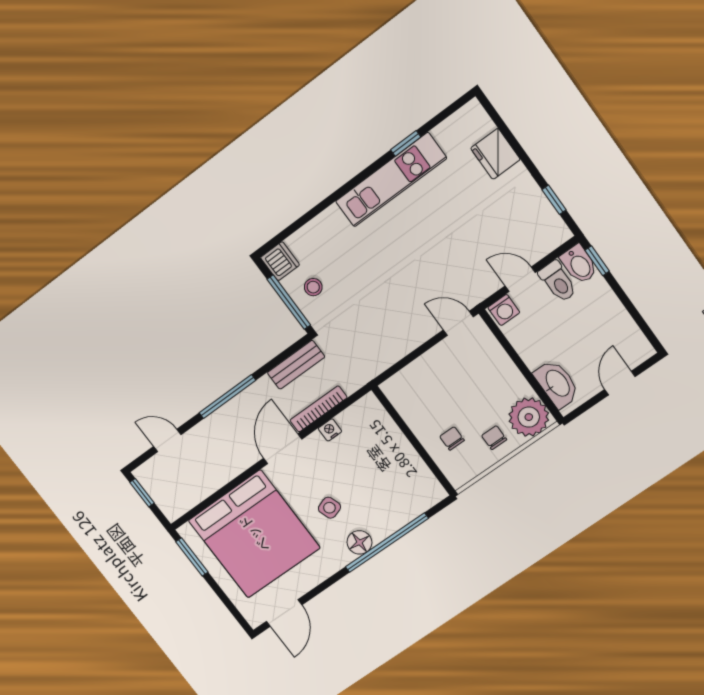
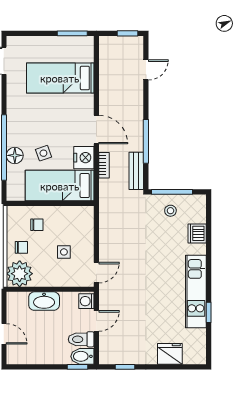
dishwasher: (280, 261) -> (197, 233), moved, turned 90
side table: (462, 382) -> (64, 252), added
washbasin: (557, 384) -> (44, 301), moved
window: (227, 397) -> (146, 141), moved
bookcase: (318, 409) -> (104, 165), width x0.64
nightstand: (330, 430) -> (84, 158), width x1.89, depth x1.79
bed: (383, 445) -> (60, 186), added
side table: (329, 508) -> (43, 153), moved
bed: (254, 534) -> (60, 78), width x0.49
floor lamp: (359, 542) -> (15, 155), moved

